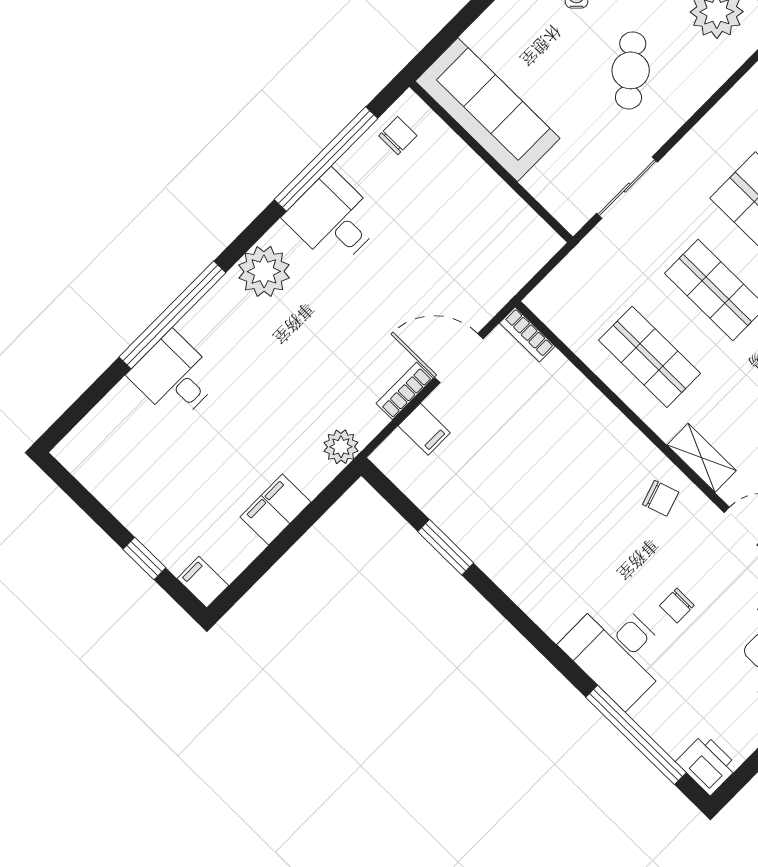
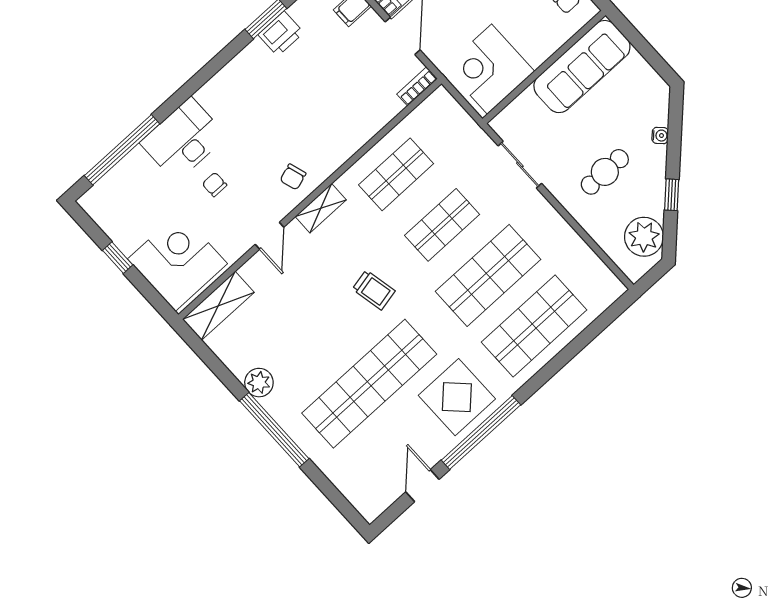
cafe table: (631, 70) -> (605, 172), turned -50
corner desk: (498, 236) -> (490, 69), added
printer: (707, 764) -> (281, 34), moved

